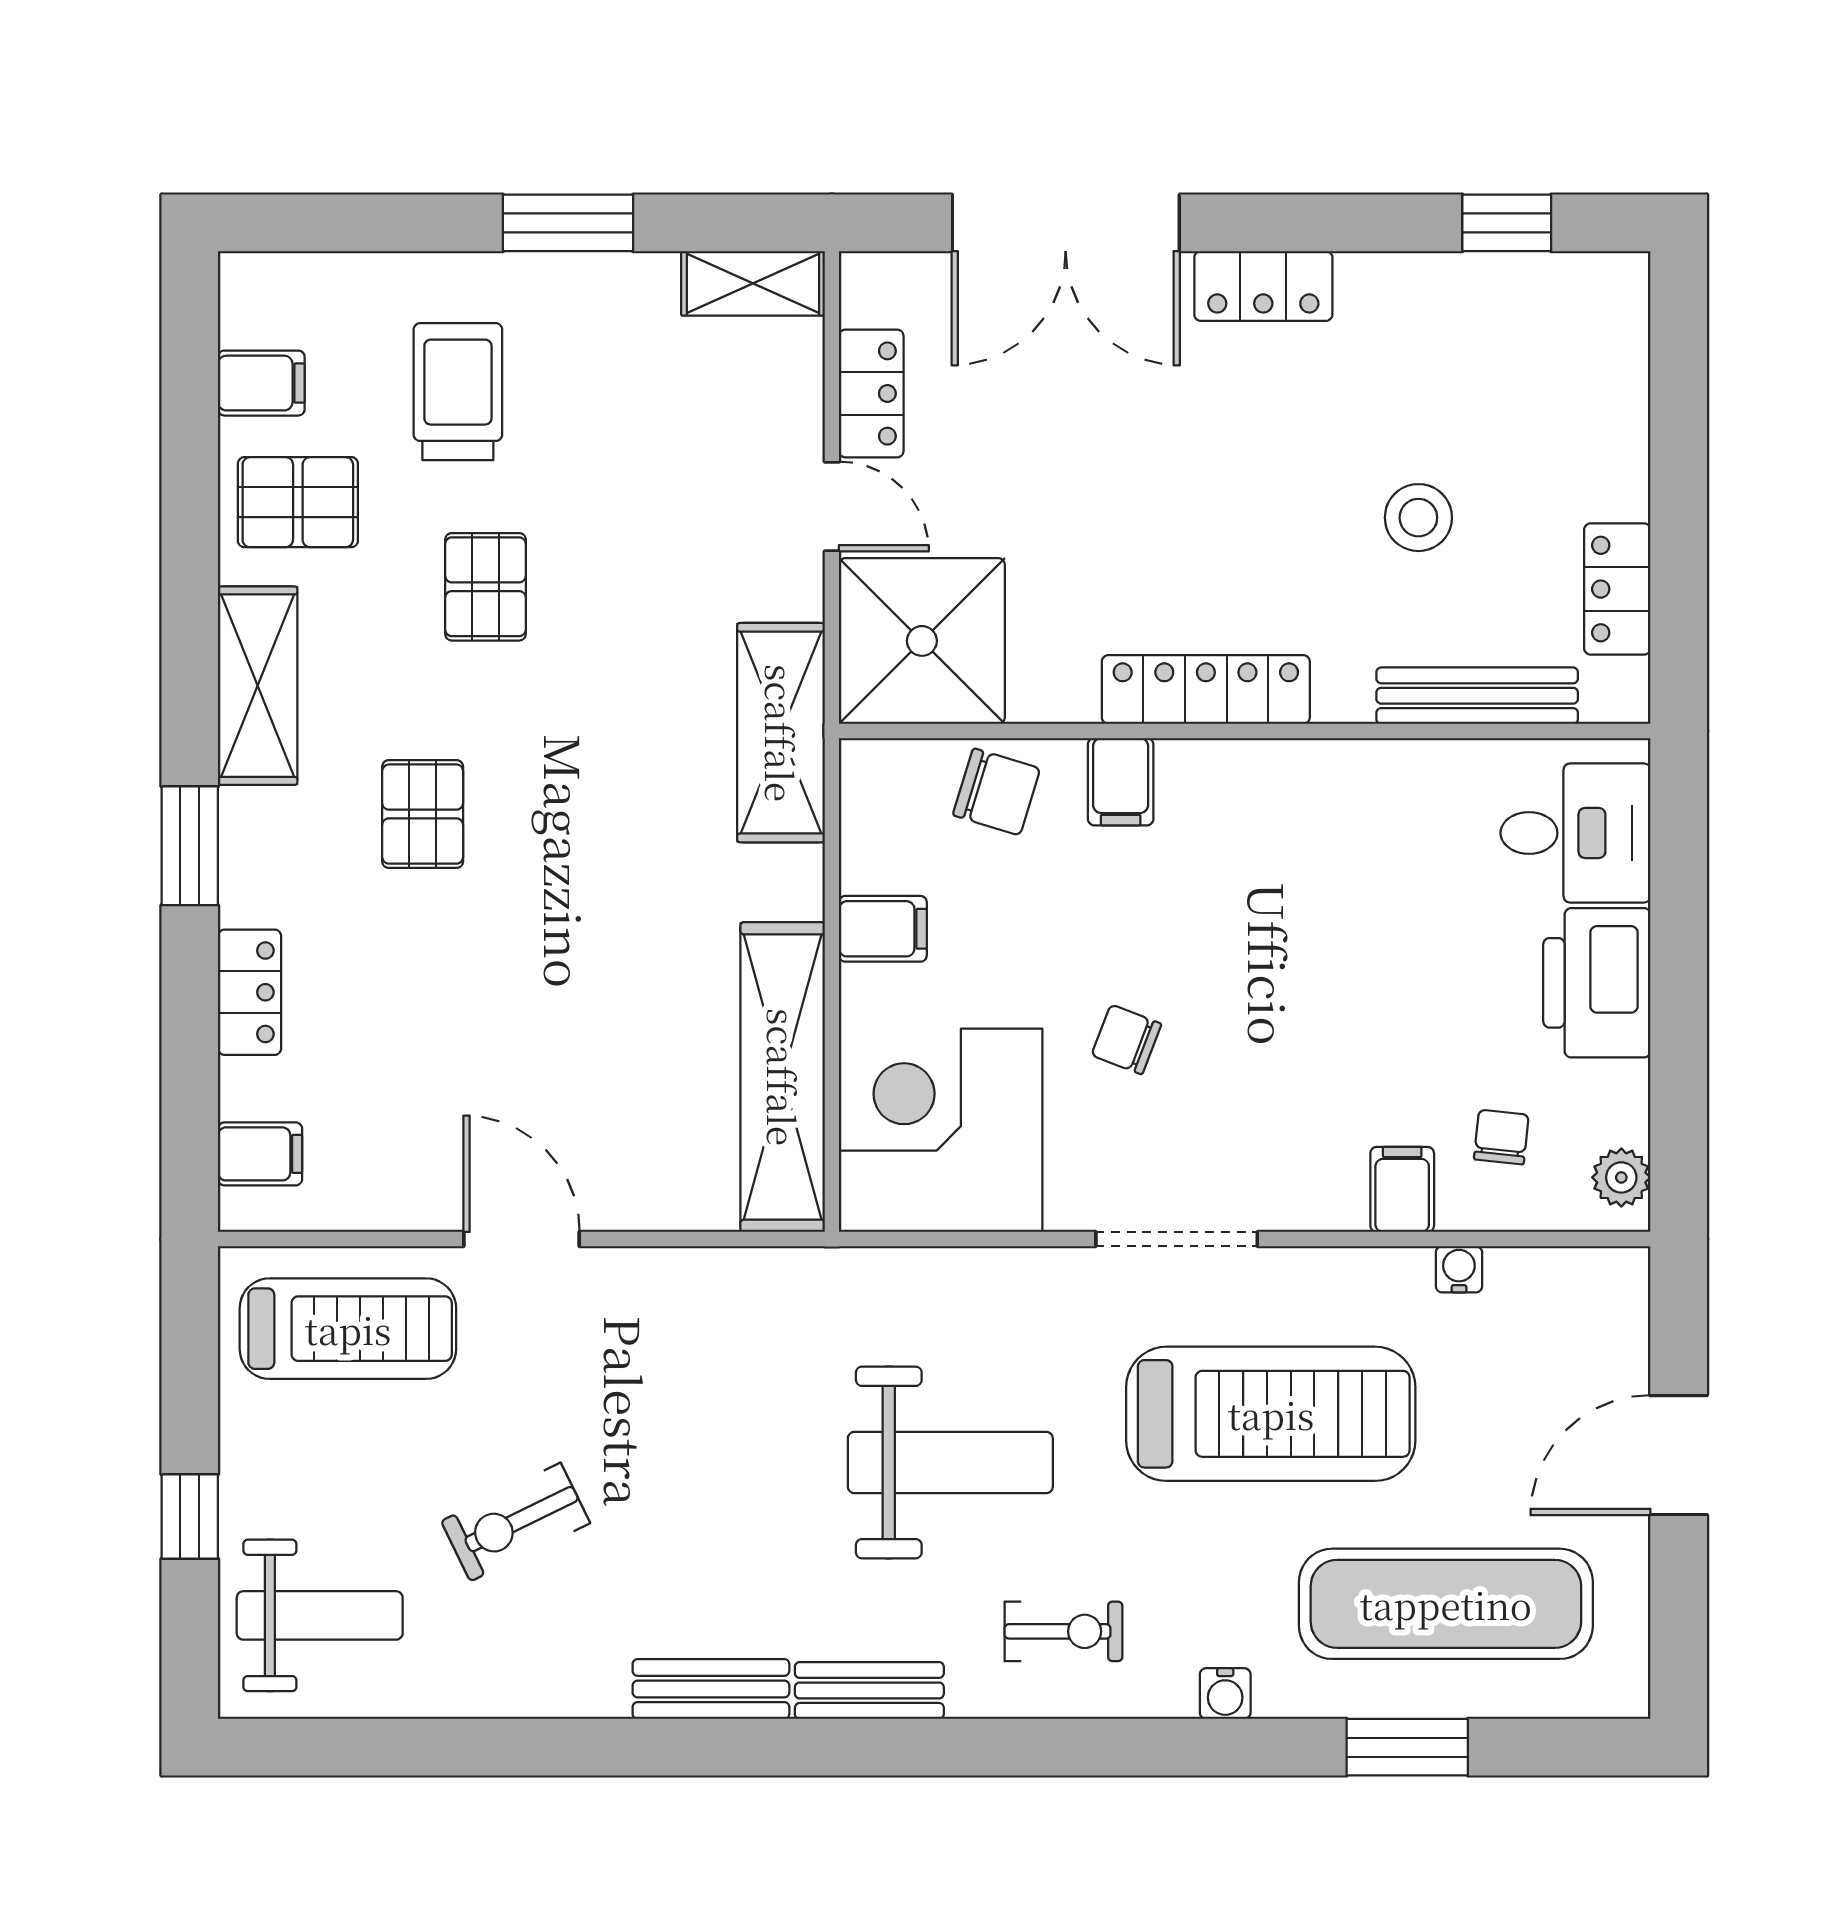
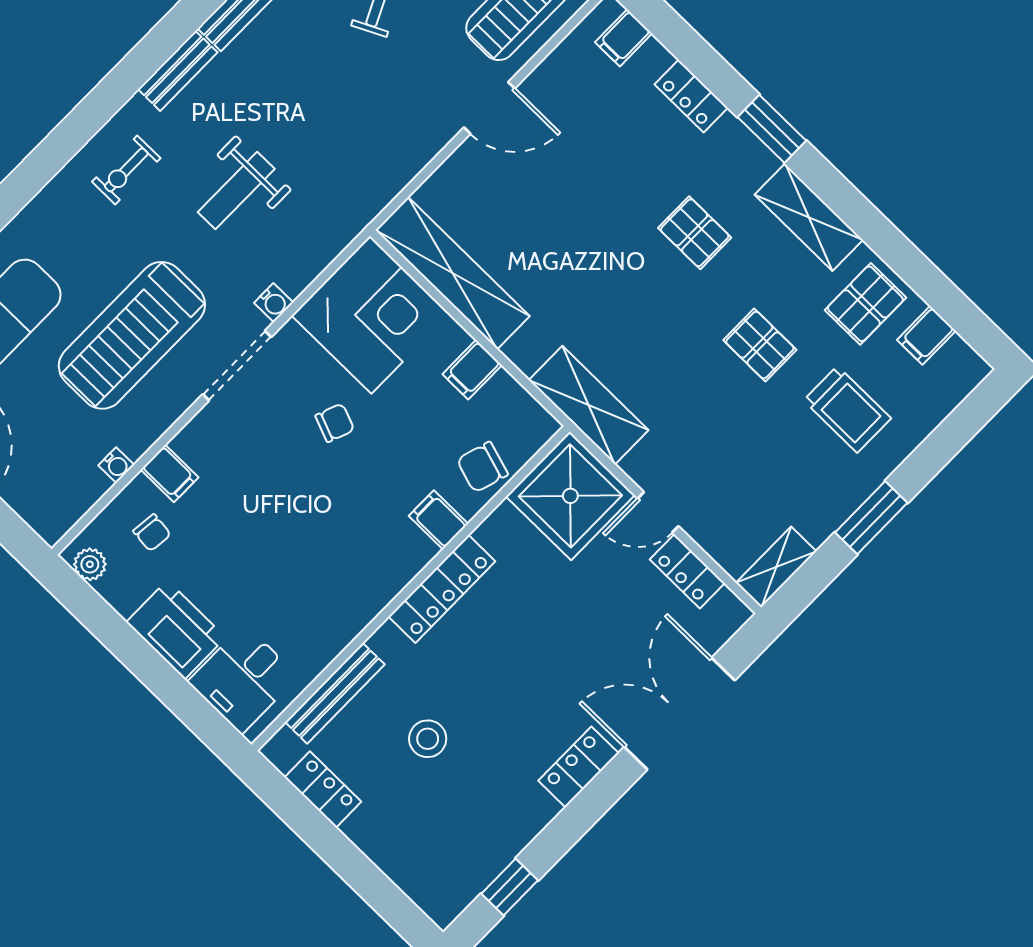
weight bench: (950, 1462) -> (236, 191), width x0.73, depth x0.75
water cooler: (1225, 1693) -> (274, 303), moved, turned 180

